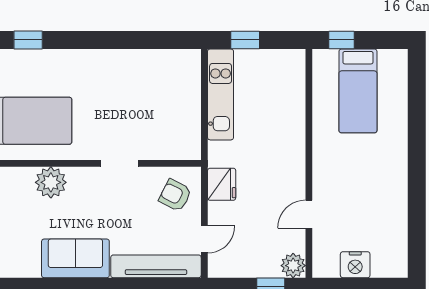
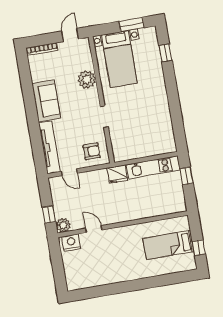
window: (342, 40) -> (199, 248), moved
fridge: (222, 184) -> (117, 174), moved
armchair: (175, 195) -> (92, 151), turned 63
nightstand: (355, 265) -> (71, 243), moved, turned 90

